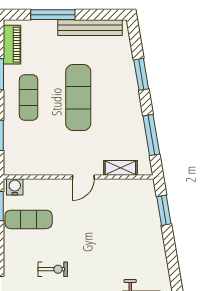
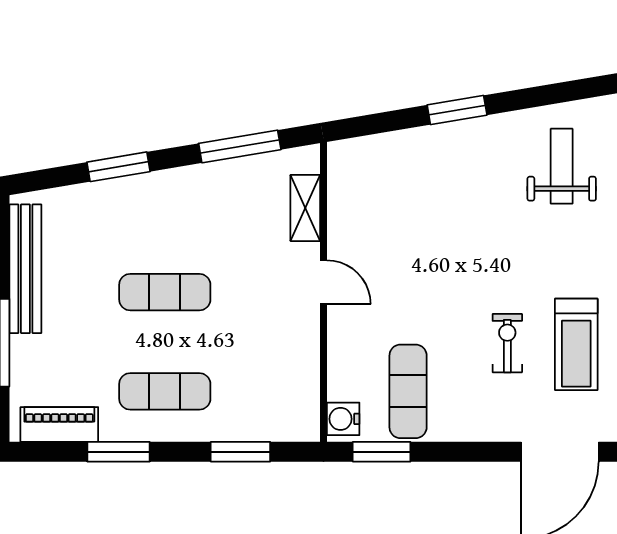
exercise mat: (78, 98) -> (165, 292), width x0.73, depth x0.69
window: (164, 210) -> (457, 110), moved

